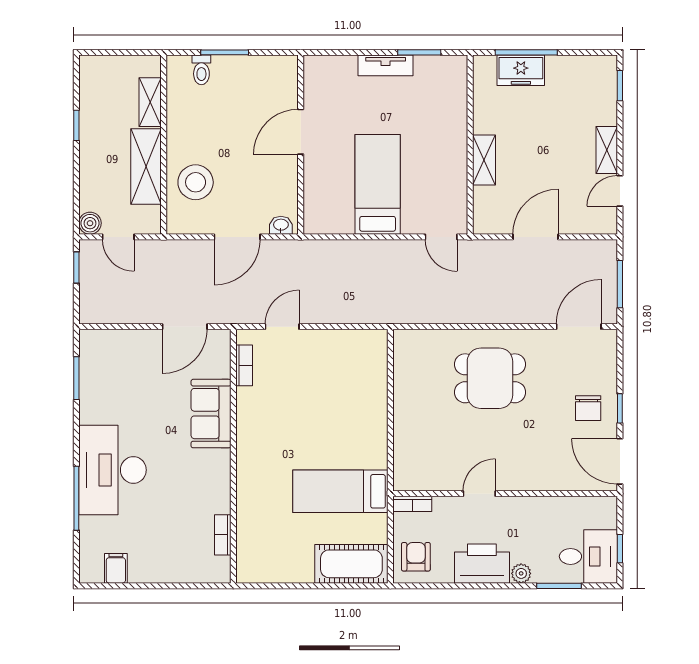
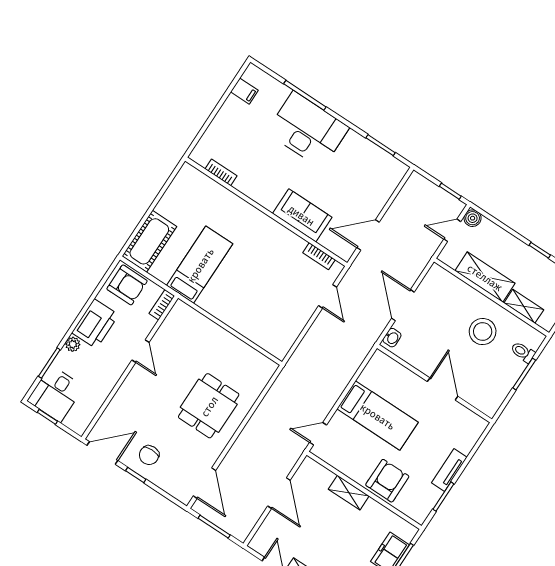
armchair: (443, 126) -> (387, 481), added
stool: (196, 182) -> (483, 332), moved
door: (185, 327) -> (368, 235), hinge flipped
chair: (588, 408) -> (149, 455), turned -90
armchair: (416, 557) -> (127, 285), width x1.38, depth x1.38

